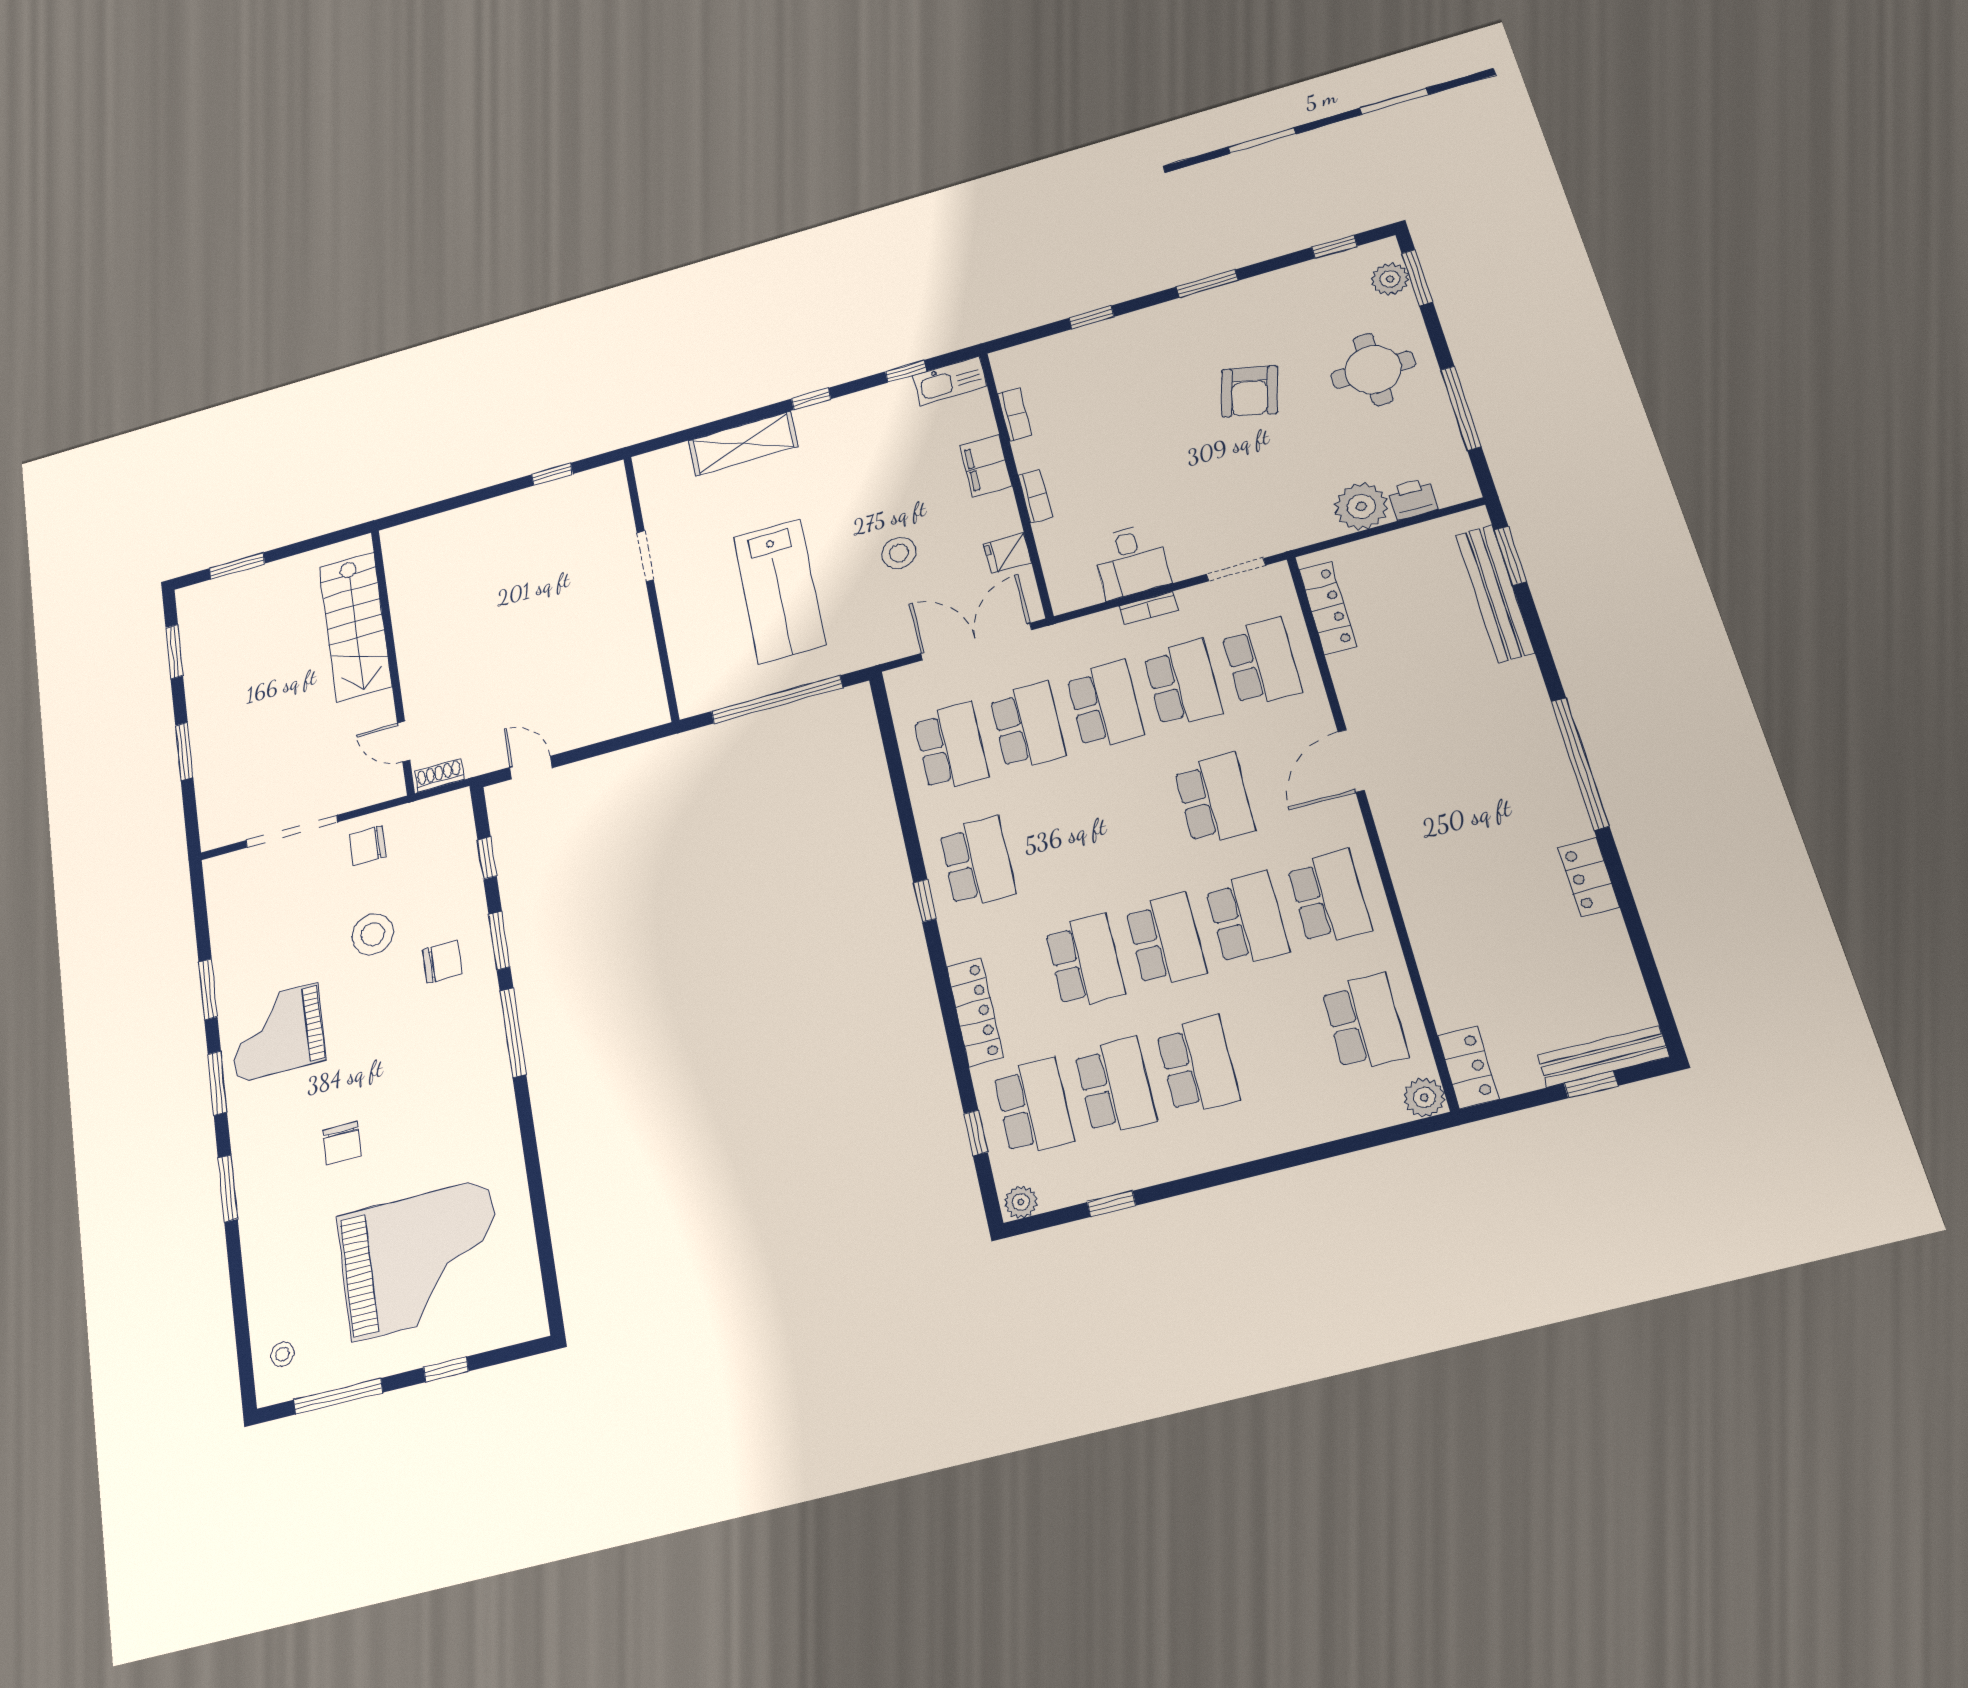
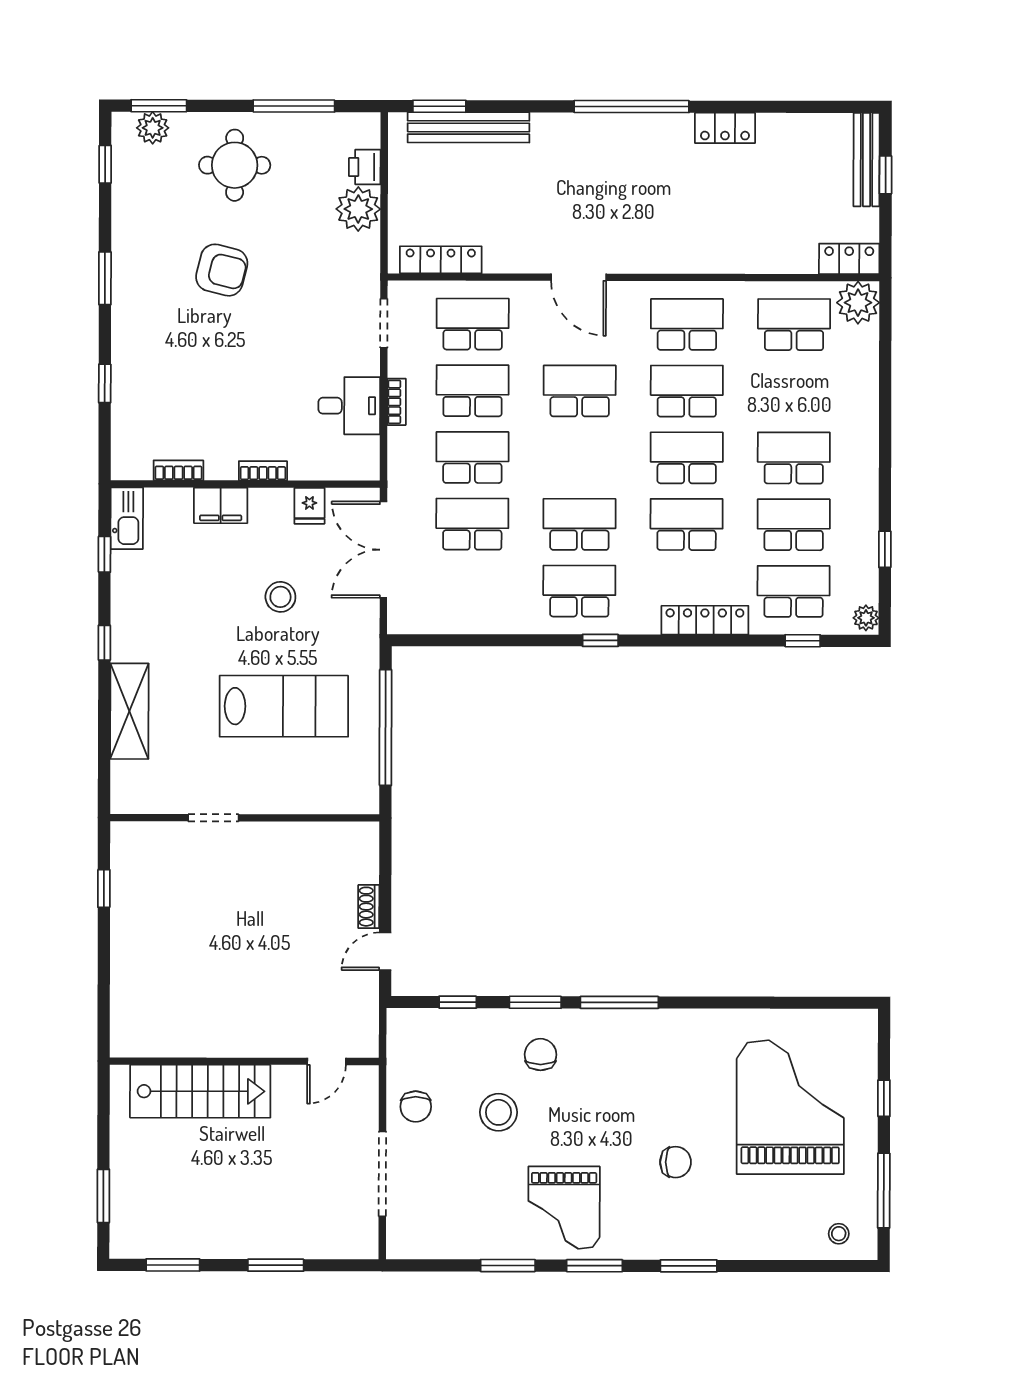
school desk: (951, 747) -> (579, 524), moved
shoe rack: (439, 775) -> (369, 907), moved
plant: (1424, 1097) -> (858, 303), width x1.36, depth x1.36

